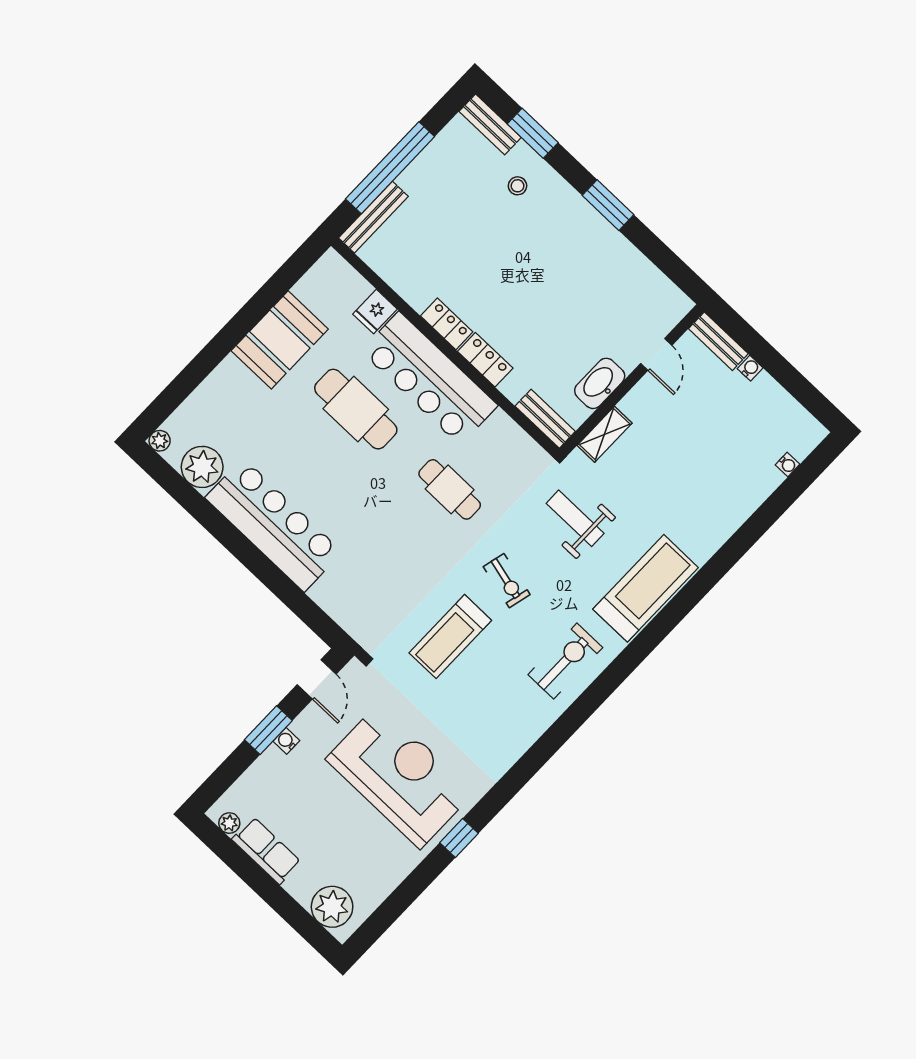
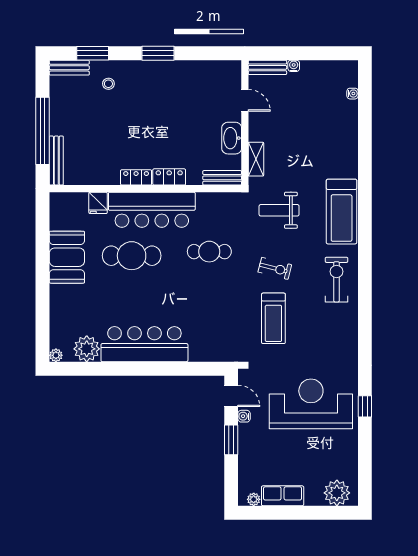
treadmill: (646, 588) -> (342, 212), turned 180
water cooler: (286, 741) -> (244, 416), moved

